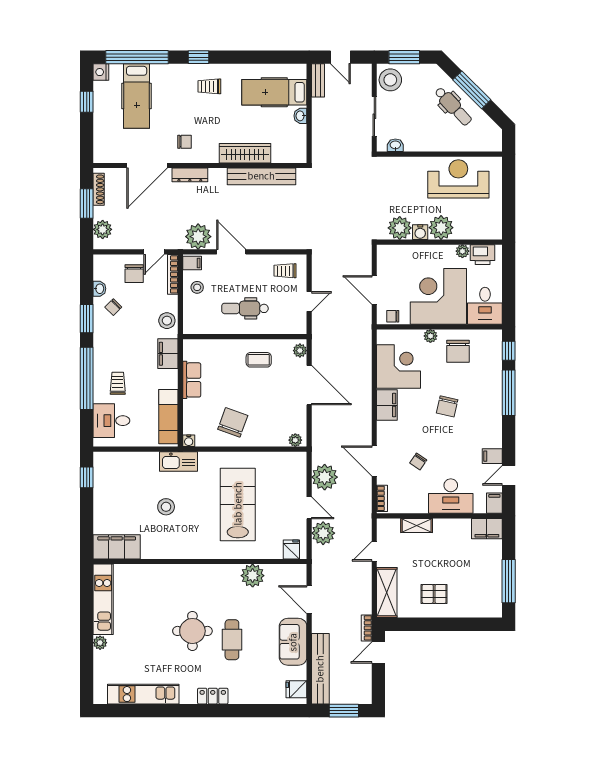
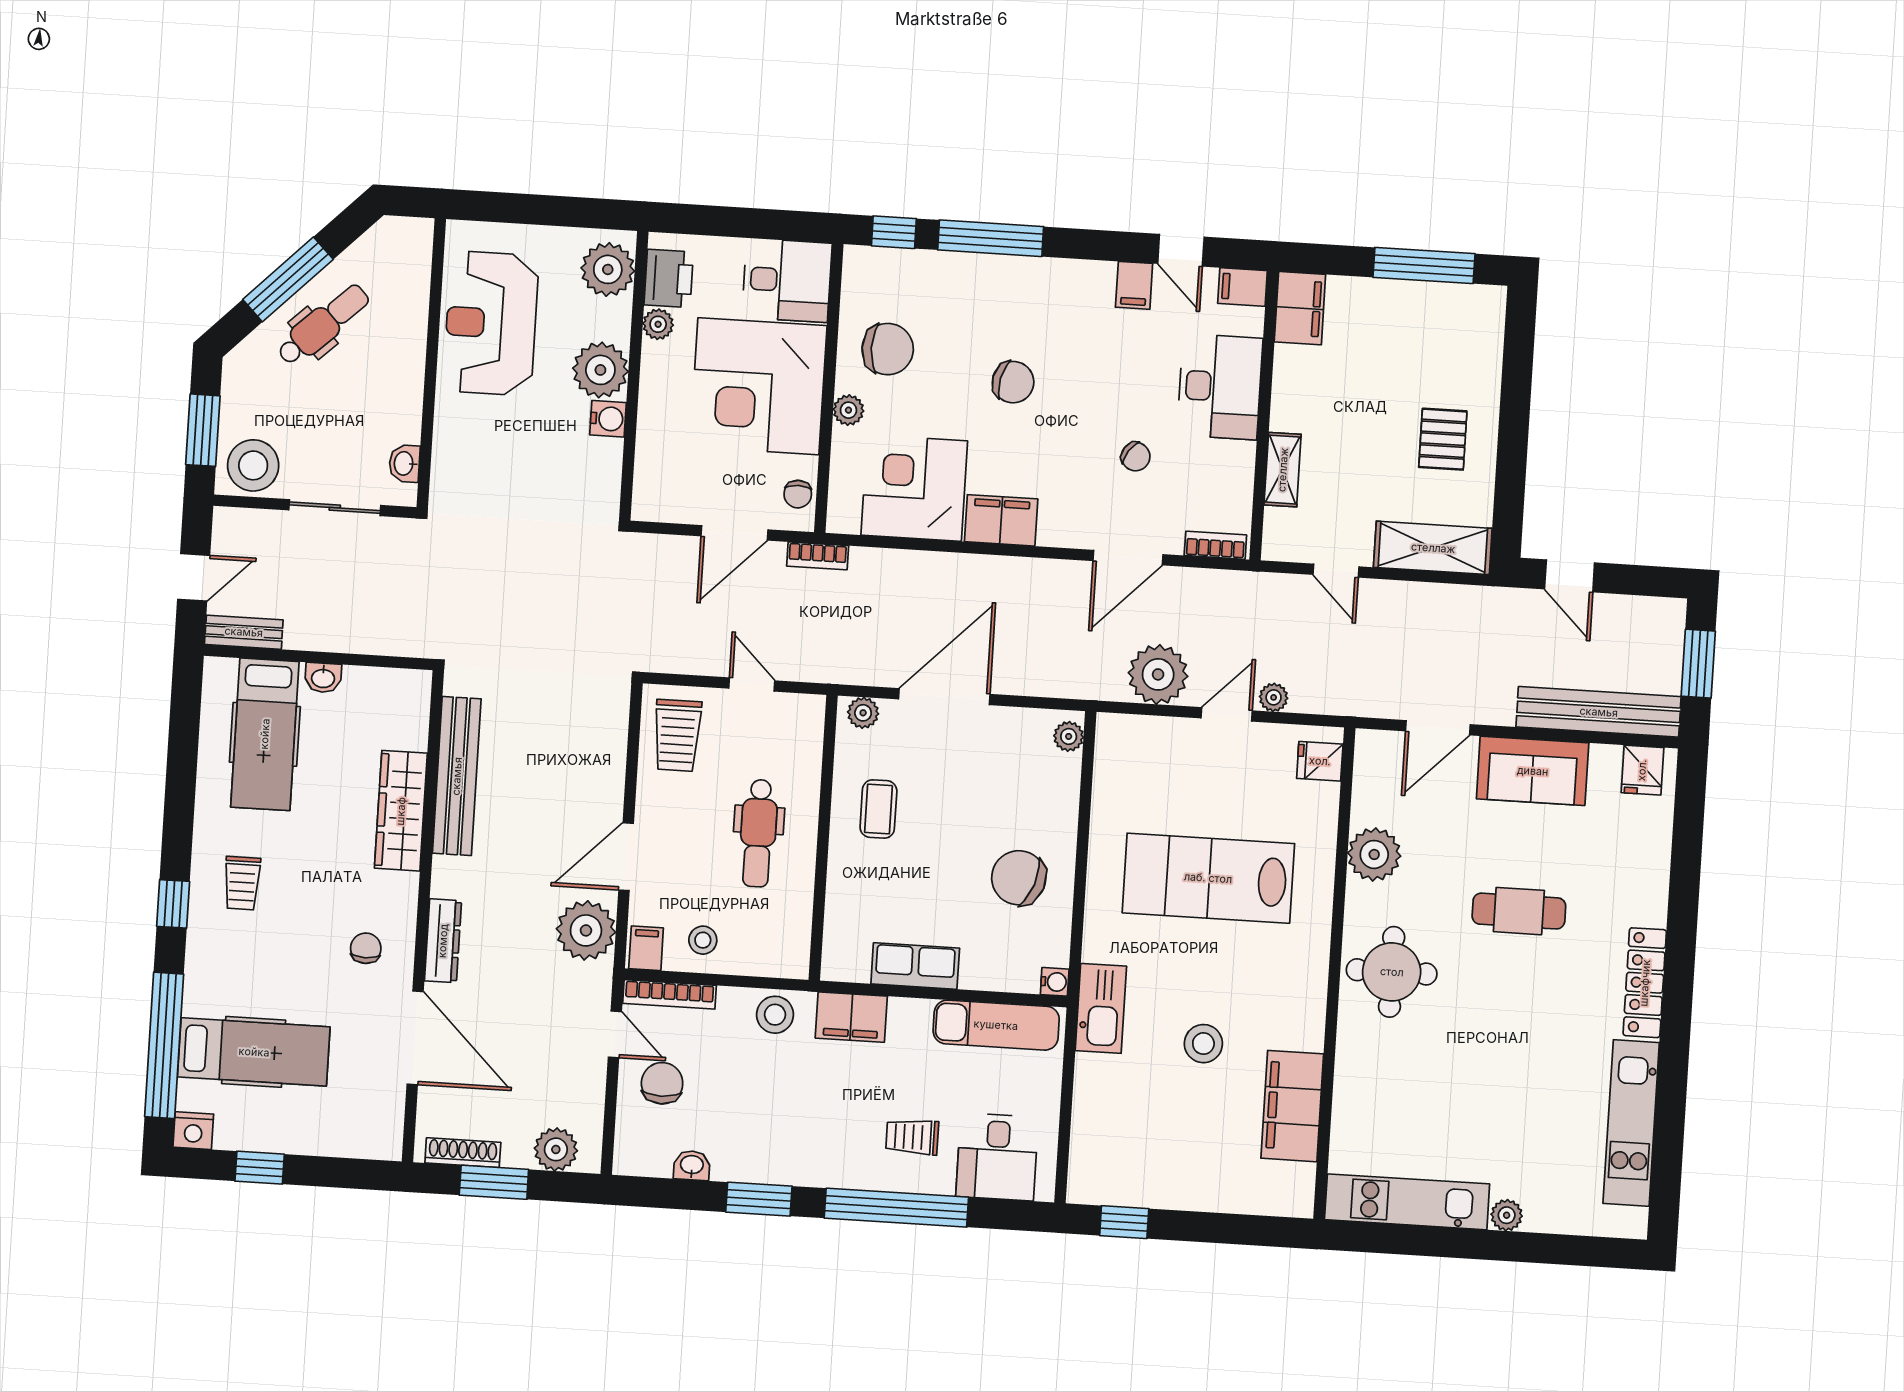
plant: (400, 228) -> (608, 269), moved
trolley: (285, 271) -> (677, 735), width x1.36, depth x1.39
chair: (134, 274) -> (662, 1083), turned -90
chair: (113, 307) -> (736, 1136), removed
plant: (323, 533) -> (1274, 697), width x0.53, depth x0.53
filing cabinet: (117, 547) -> (1292, 1106), moved
bookcase: (367, 628) -> (818, 556), moved
round table: (192, 631) -> (1392, 972), moved
locker: (213, 696) -> (1645, 983), width x1.53

